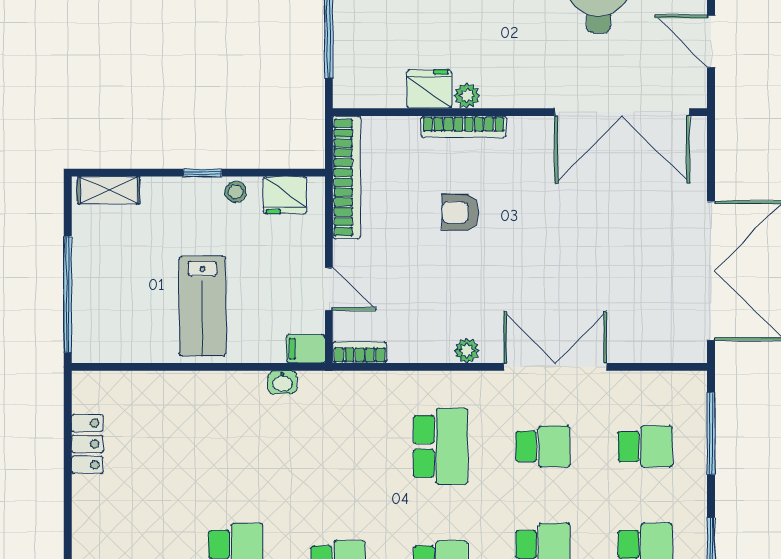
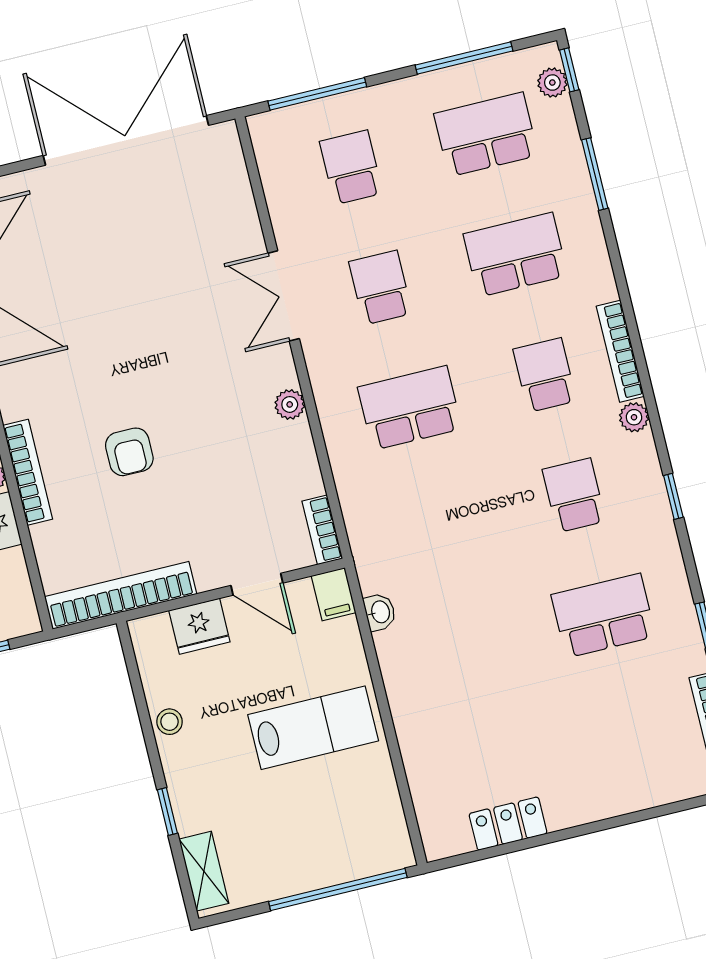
window: (202, 173) -> (167, 811), moved
fridge: (285, 195) -> (199, 626), moved, turned 90
door: (329, 289) -> (257, 584), swing flipped
double door: (555, 367) -> (284, 296), width x0.73

